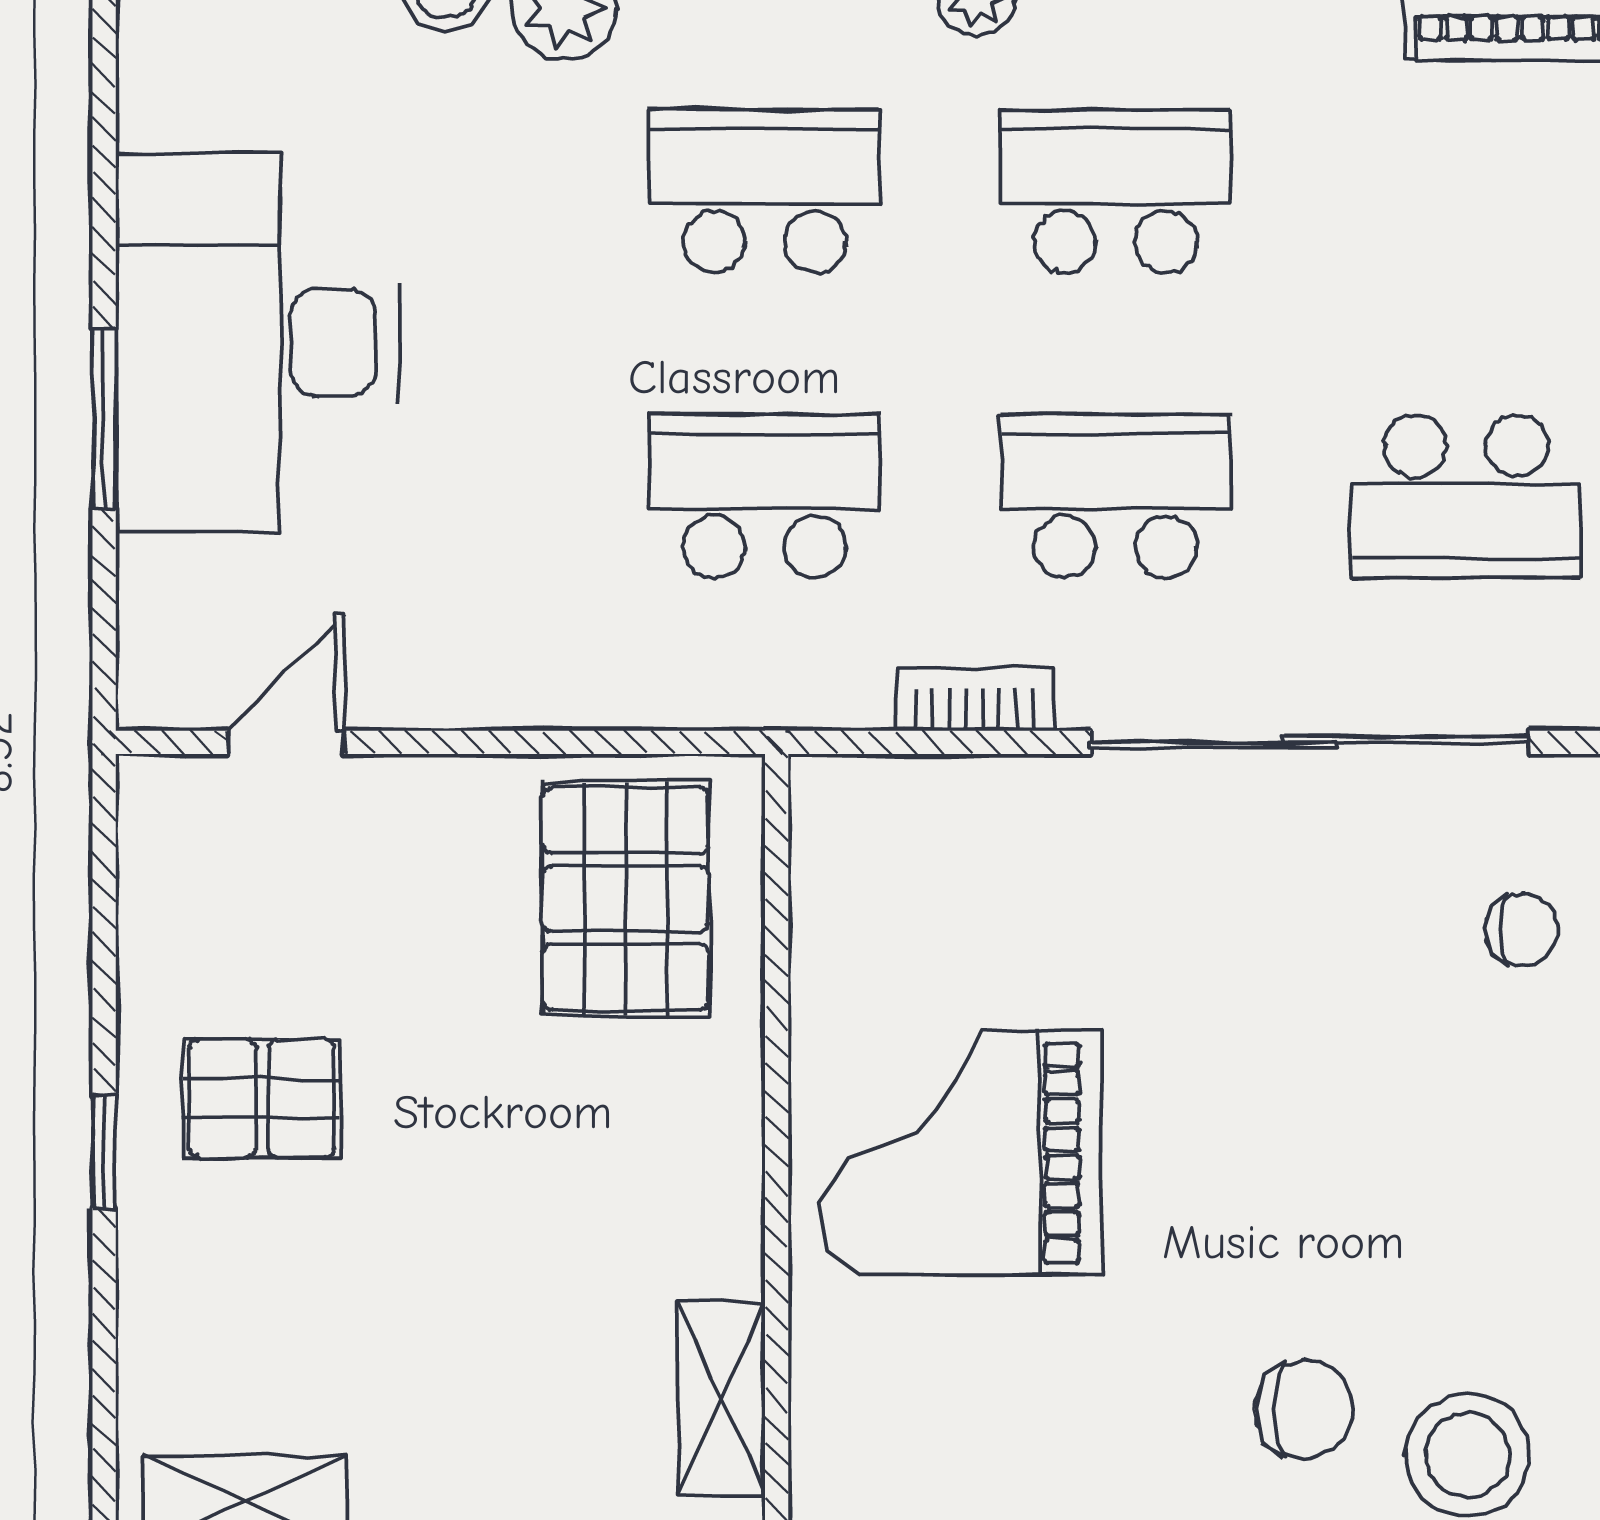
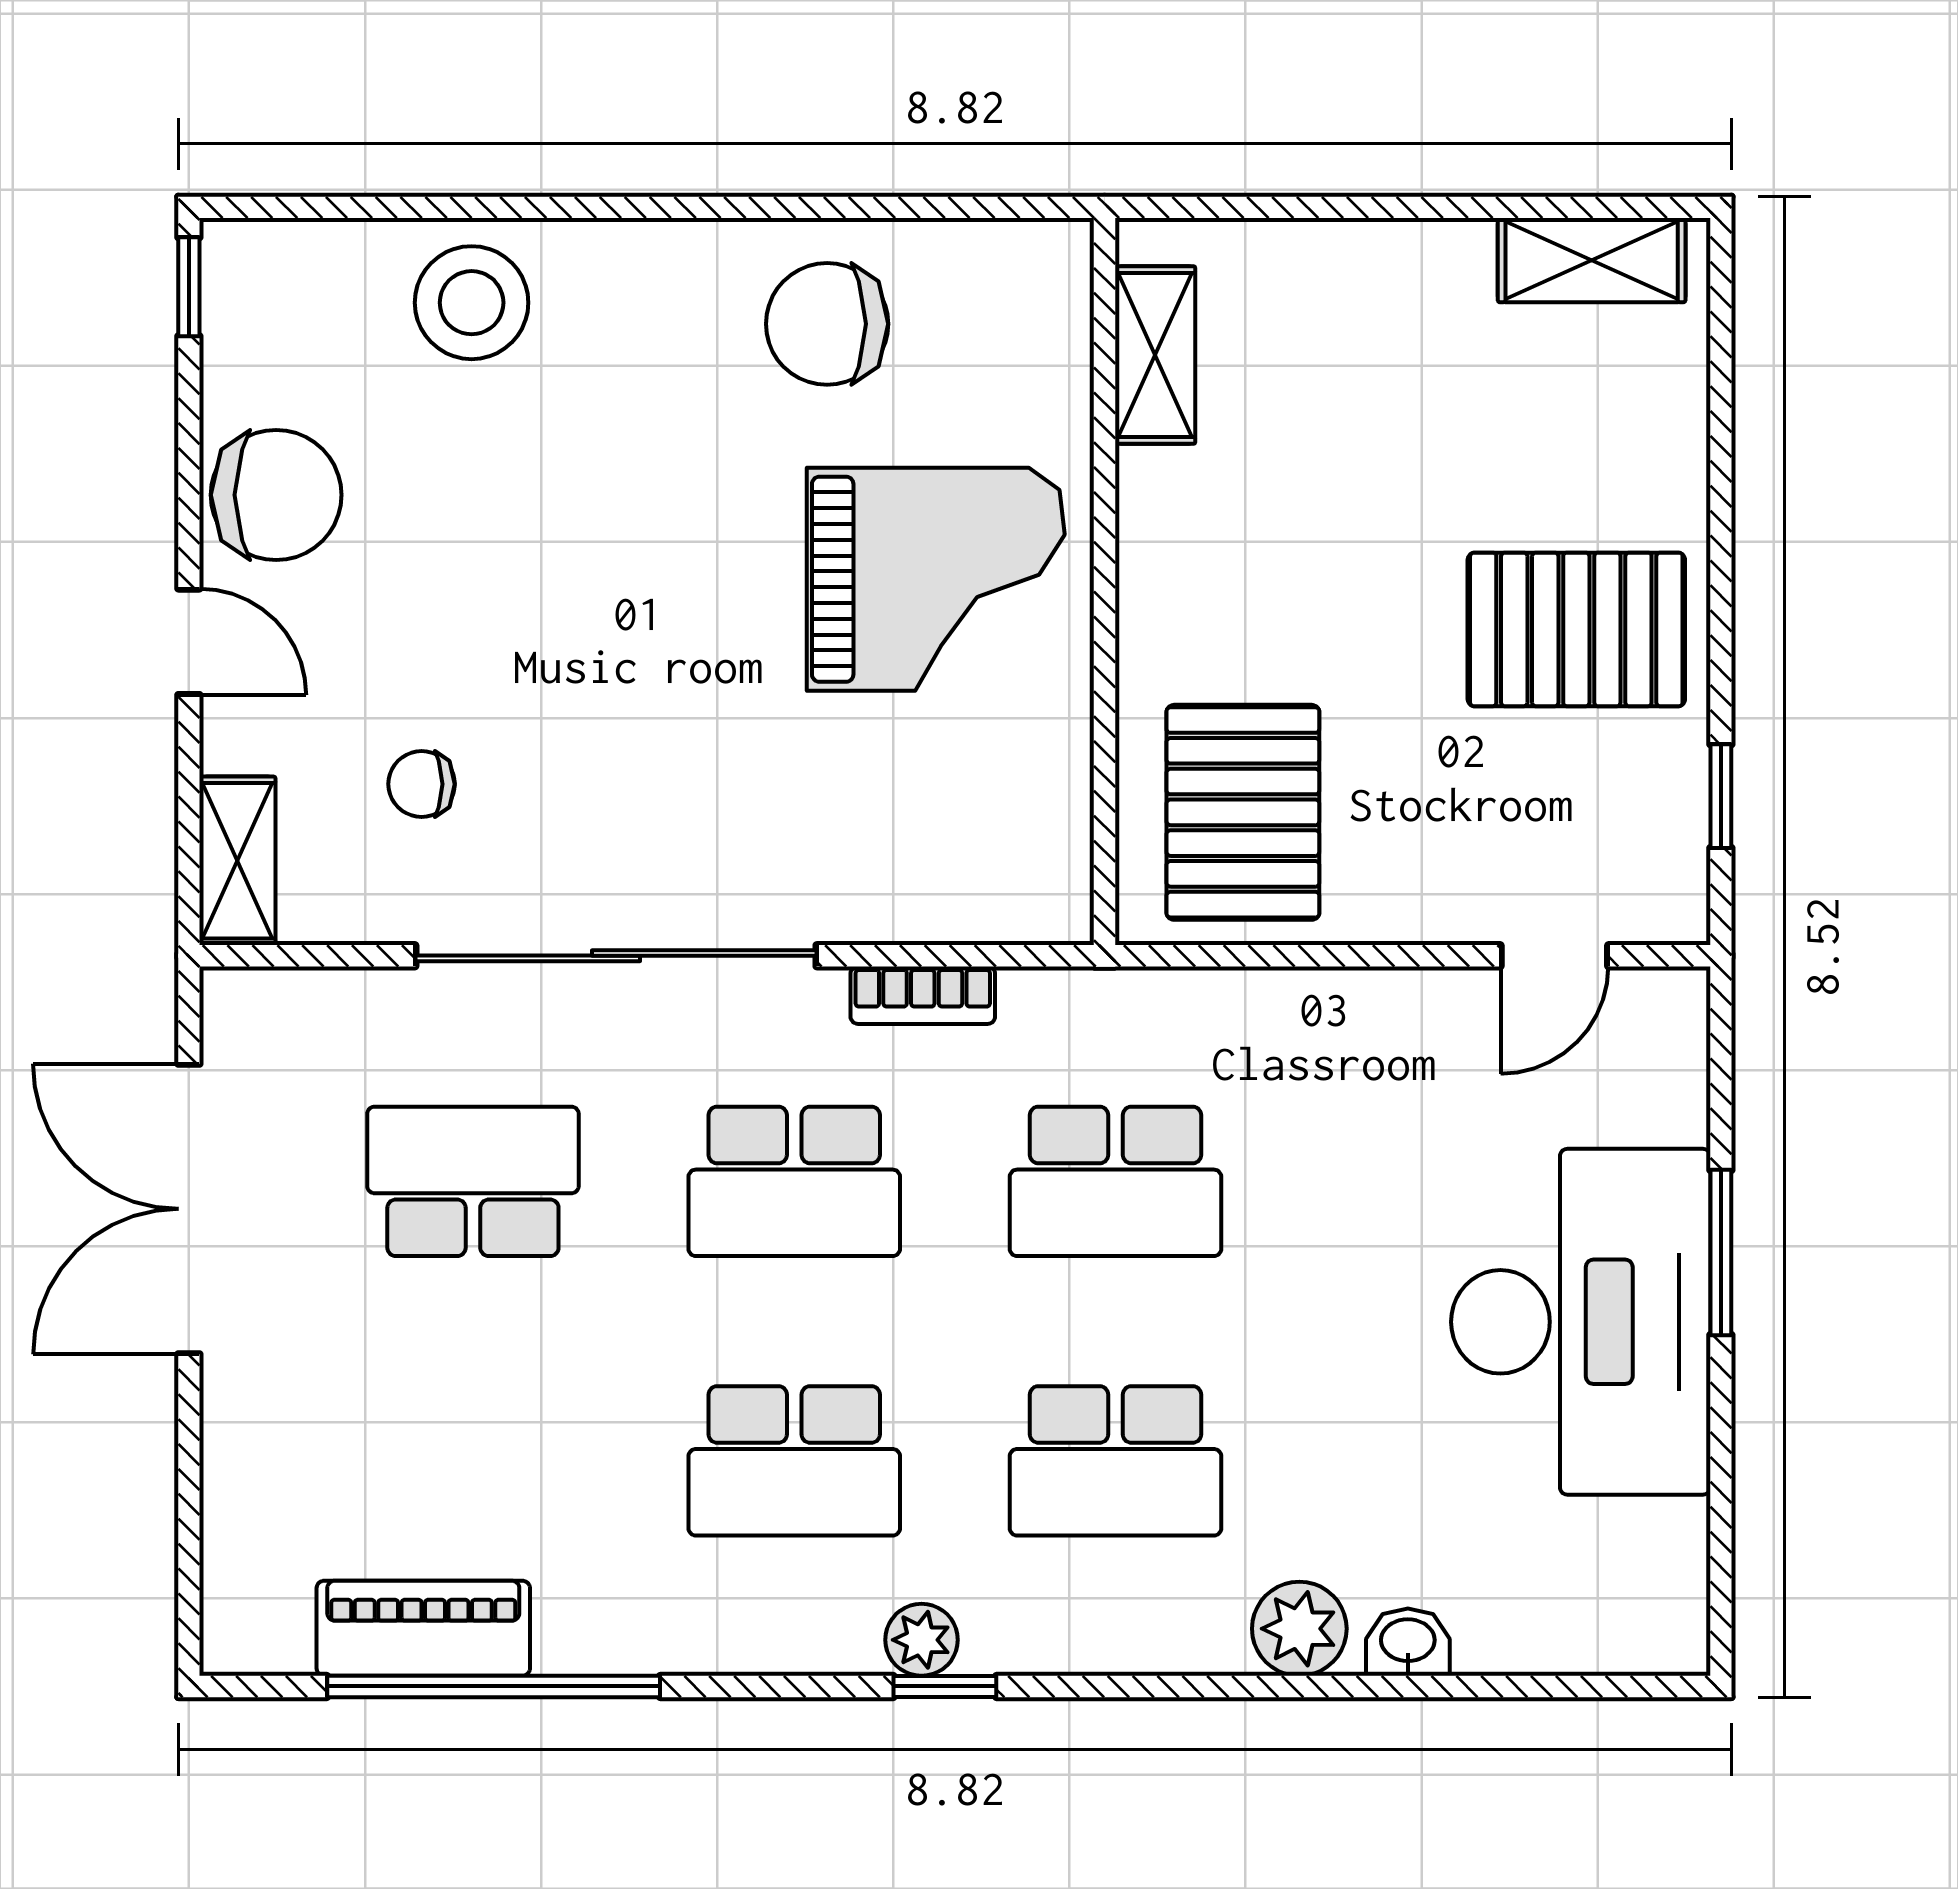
pallet: (262, 1098) -> (1576, 629), width x1.50, depth x1.42
window: (104, 1152) -> (1721, 796), moved
chair: (1304, 1409) -> (827, 324), moved, width x1.37, depth x1.37

